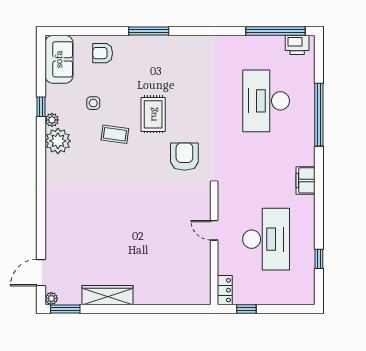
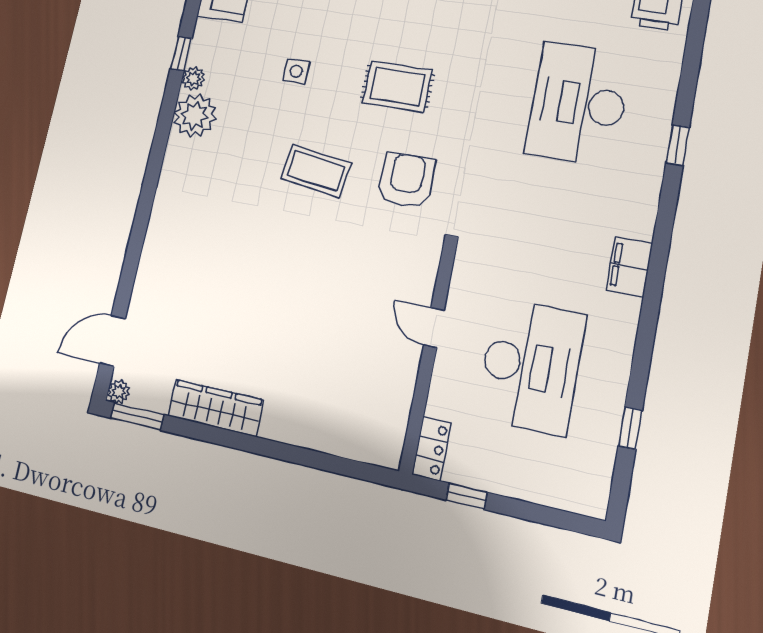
side table: (93, 103) -> (296, 71), moved
rug: (153, 114) -> (397, 86), moved, turned 90
window: (319, 115) -> (678, 145), width x0.32
coffee table: (115, 134) -> (316, 171), moved, width x1.36, depth x1.30

